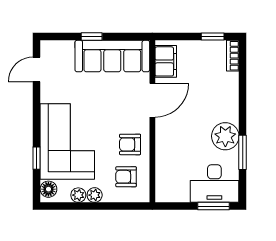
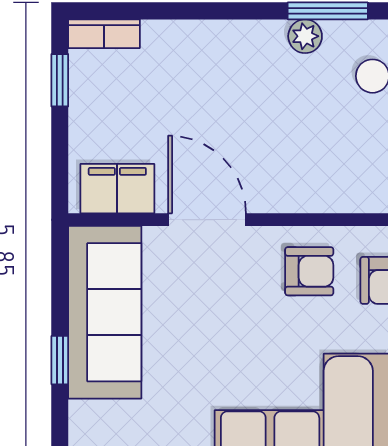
plant: (225, 136) -> (305, 36), width x0.53, depth x0.53
armchair: (130, 144) -> (309, 271), turned -90

